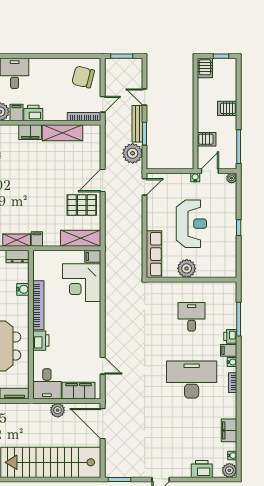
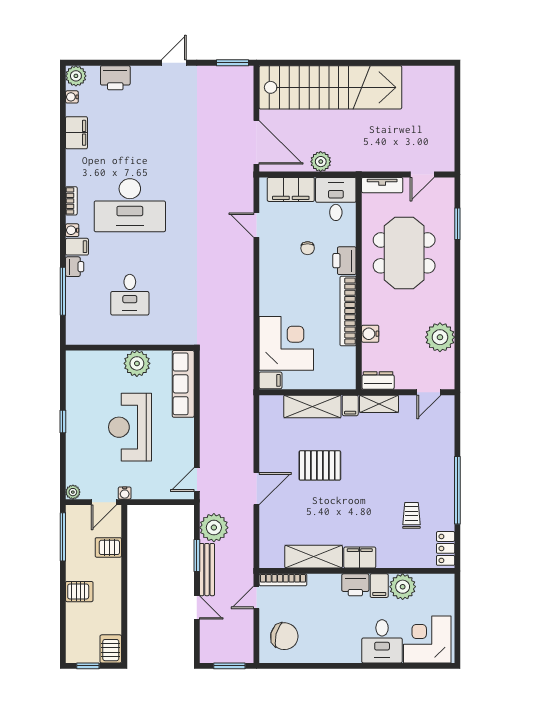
pallet: (82, 205) -> (320, 465), moved
shelving: (81, 238) -> (312, 406), moved
chair: (67, 349) -> (308, 248), added

